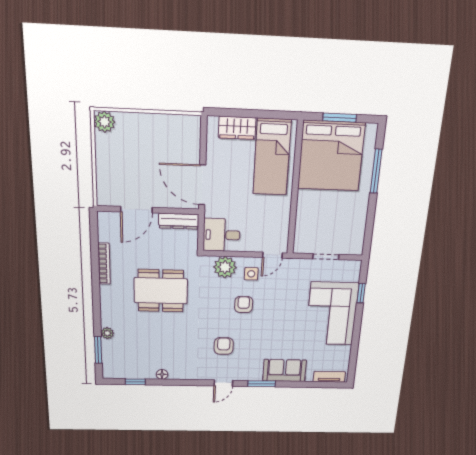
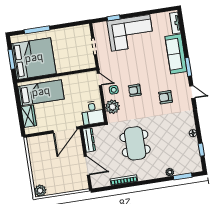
sofa: (284, 370) -> (176, 54), width x1.36

